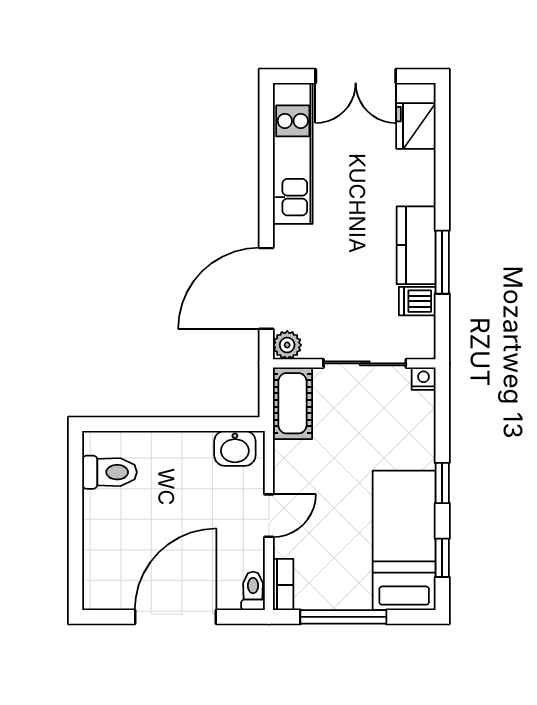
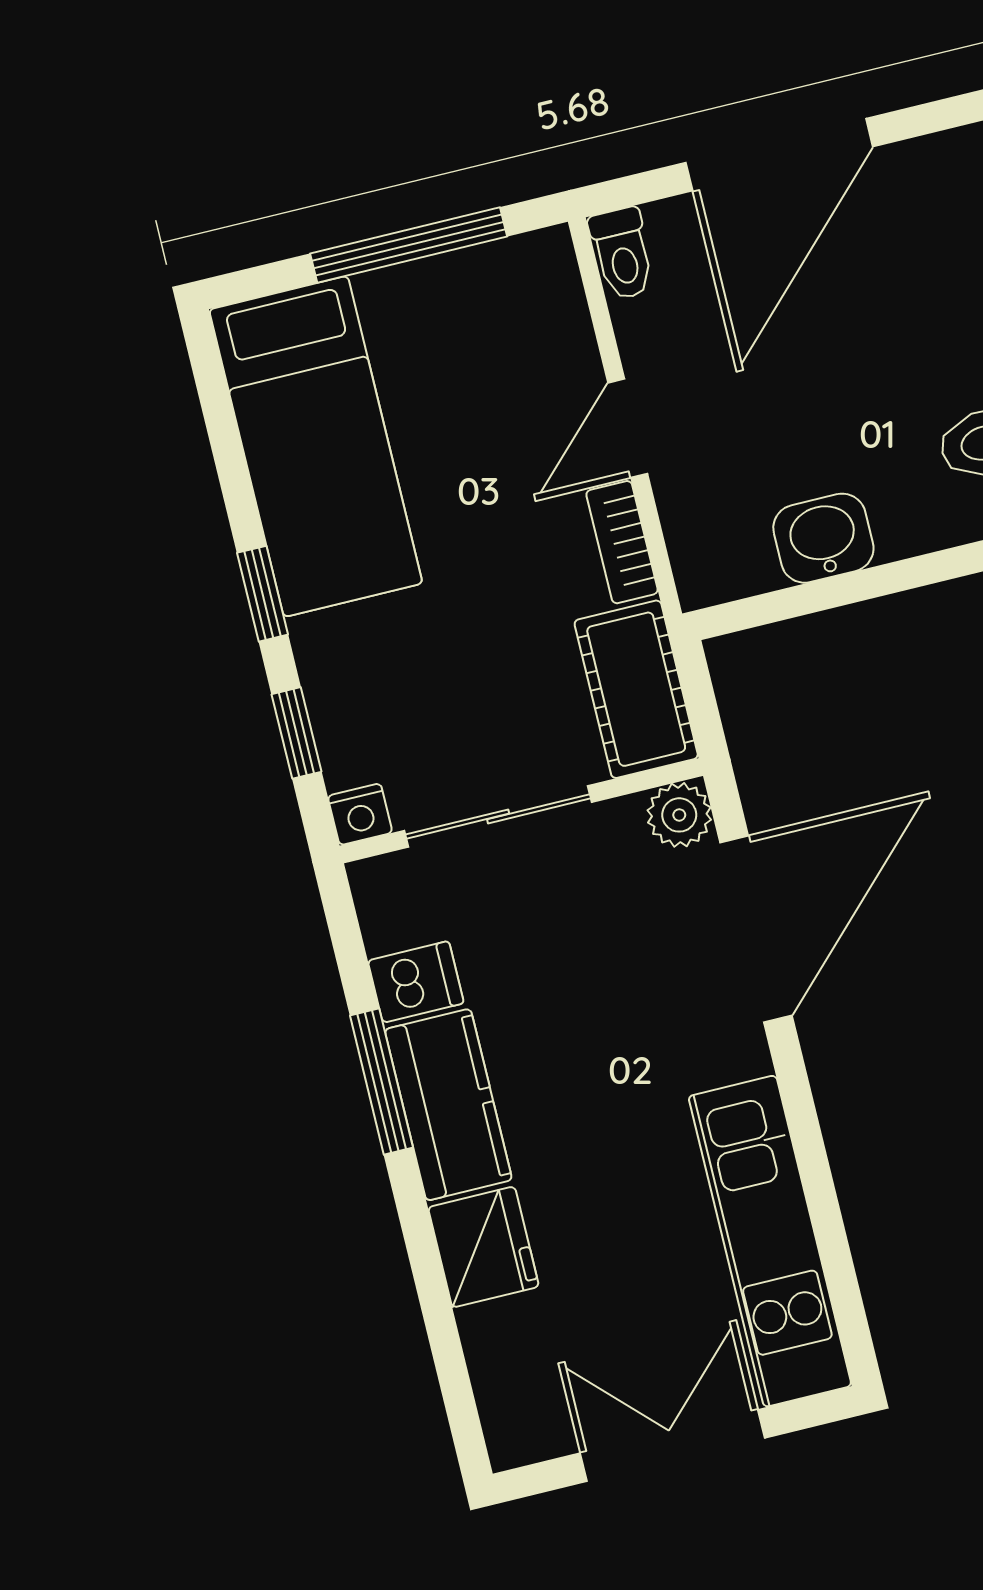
fridge: (416, 126) -> (483, 1247), moved
washbasin: (235, 448) -> (823, 538), moved
window: (442, 558) -> (297, 733), moved
bookcase: (283, 585) -> (622, 542), moved

